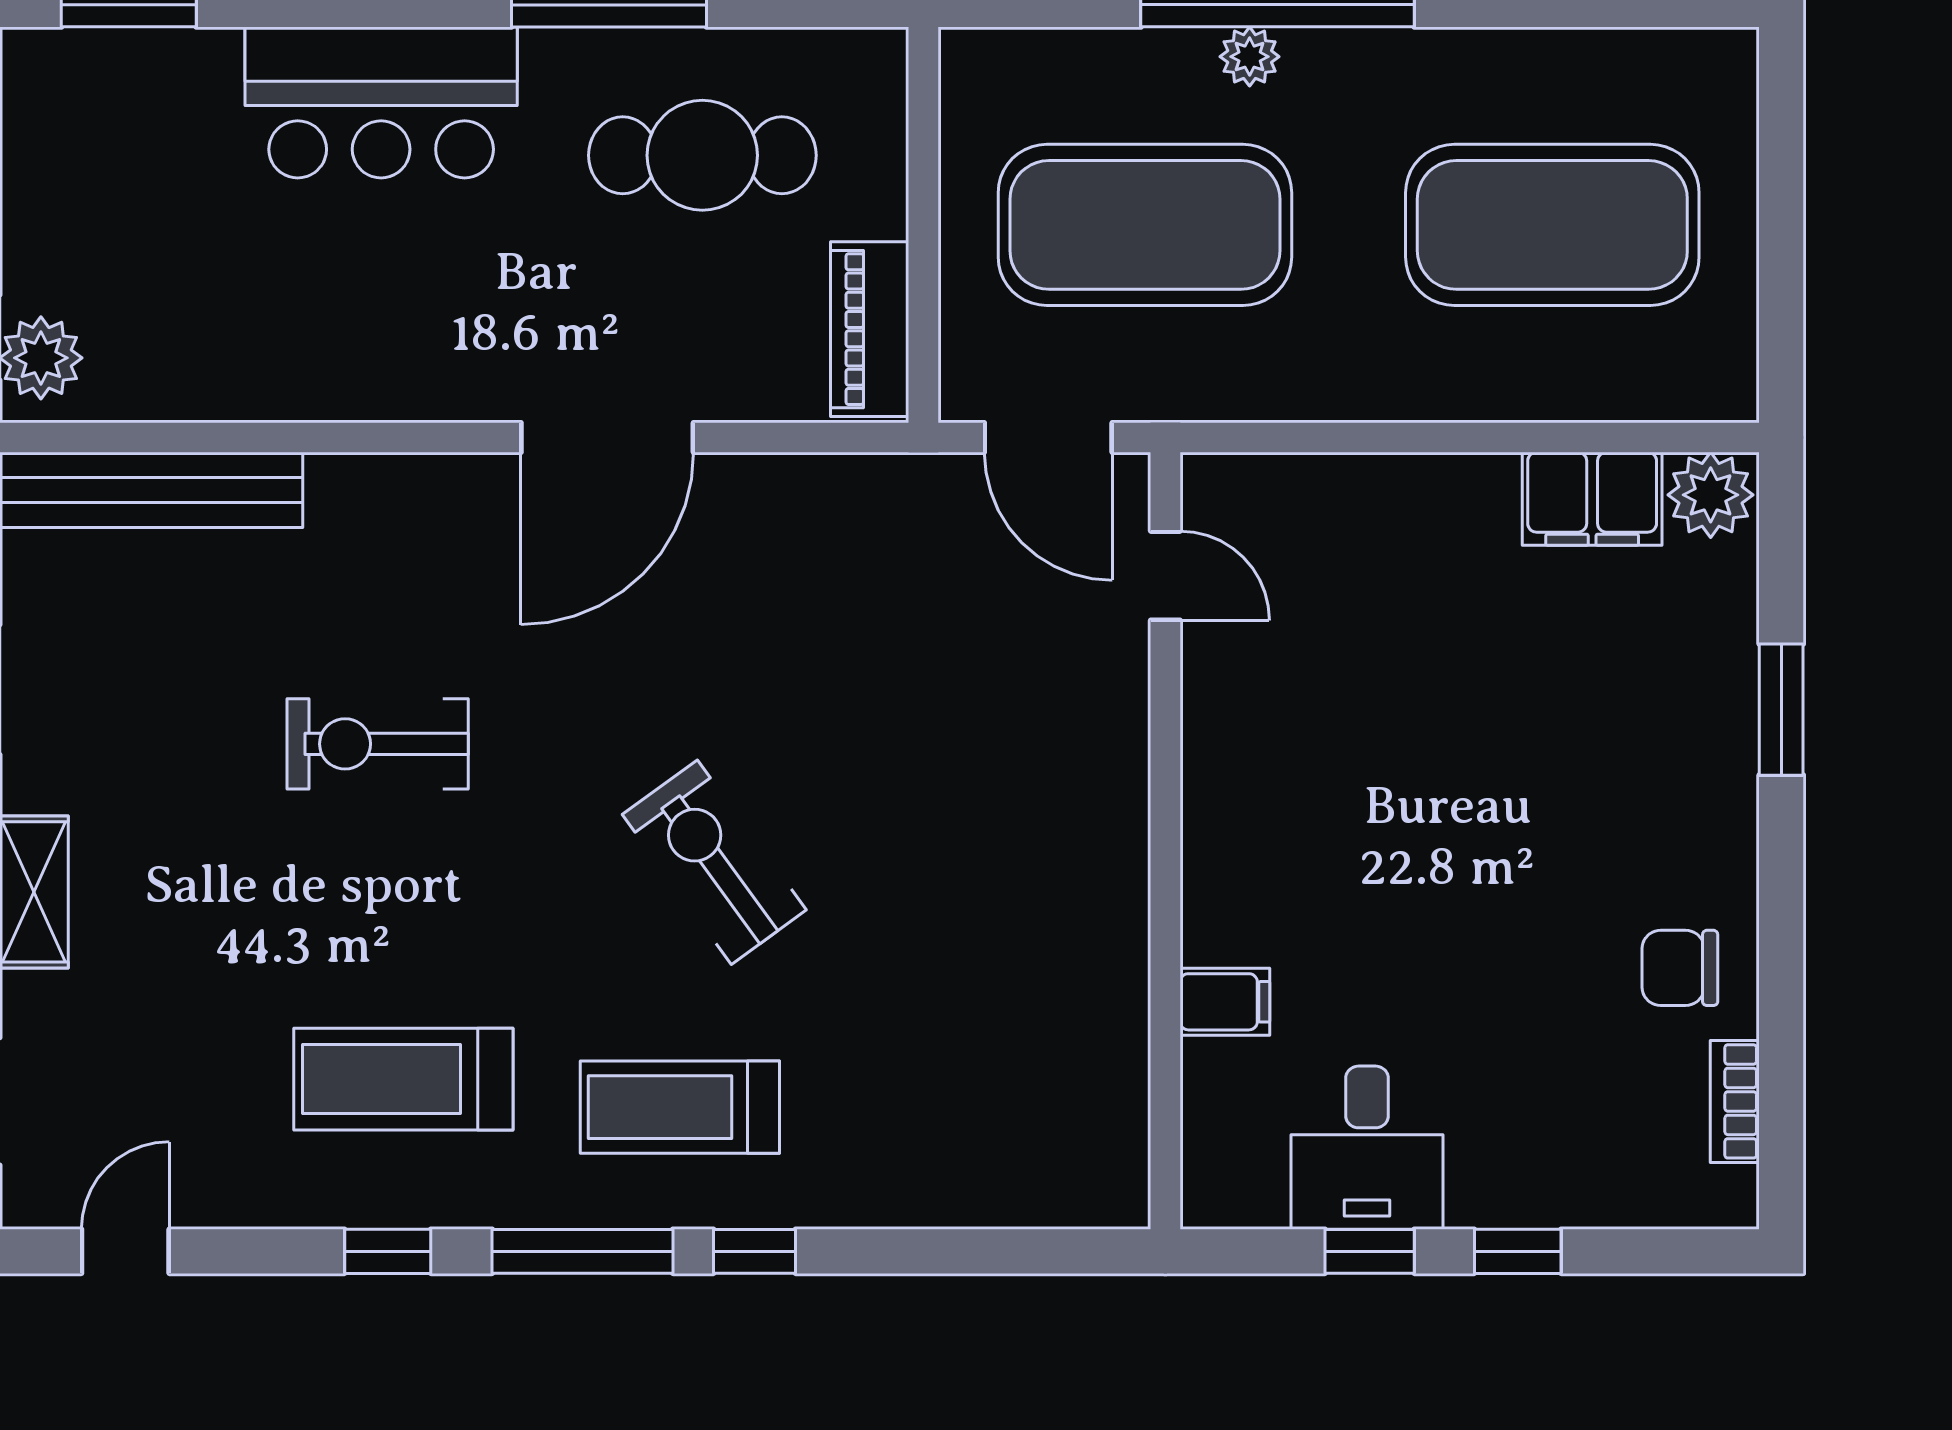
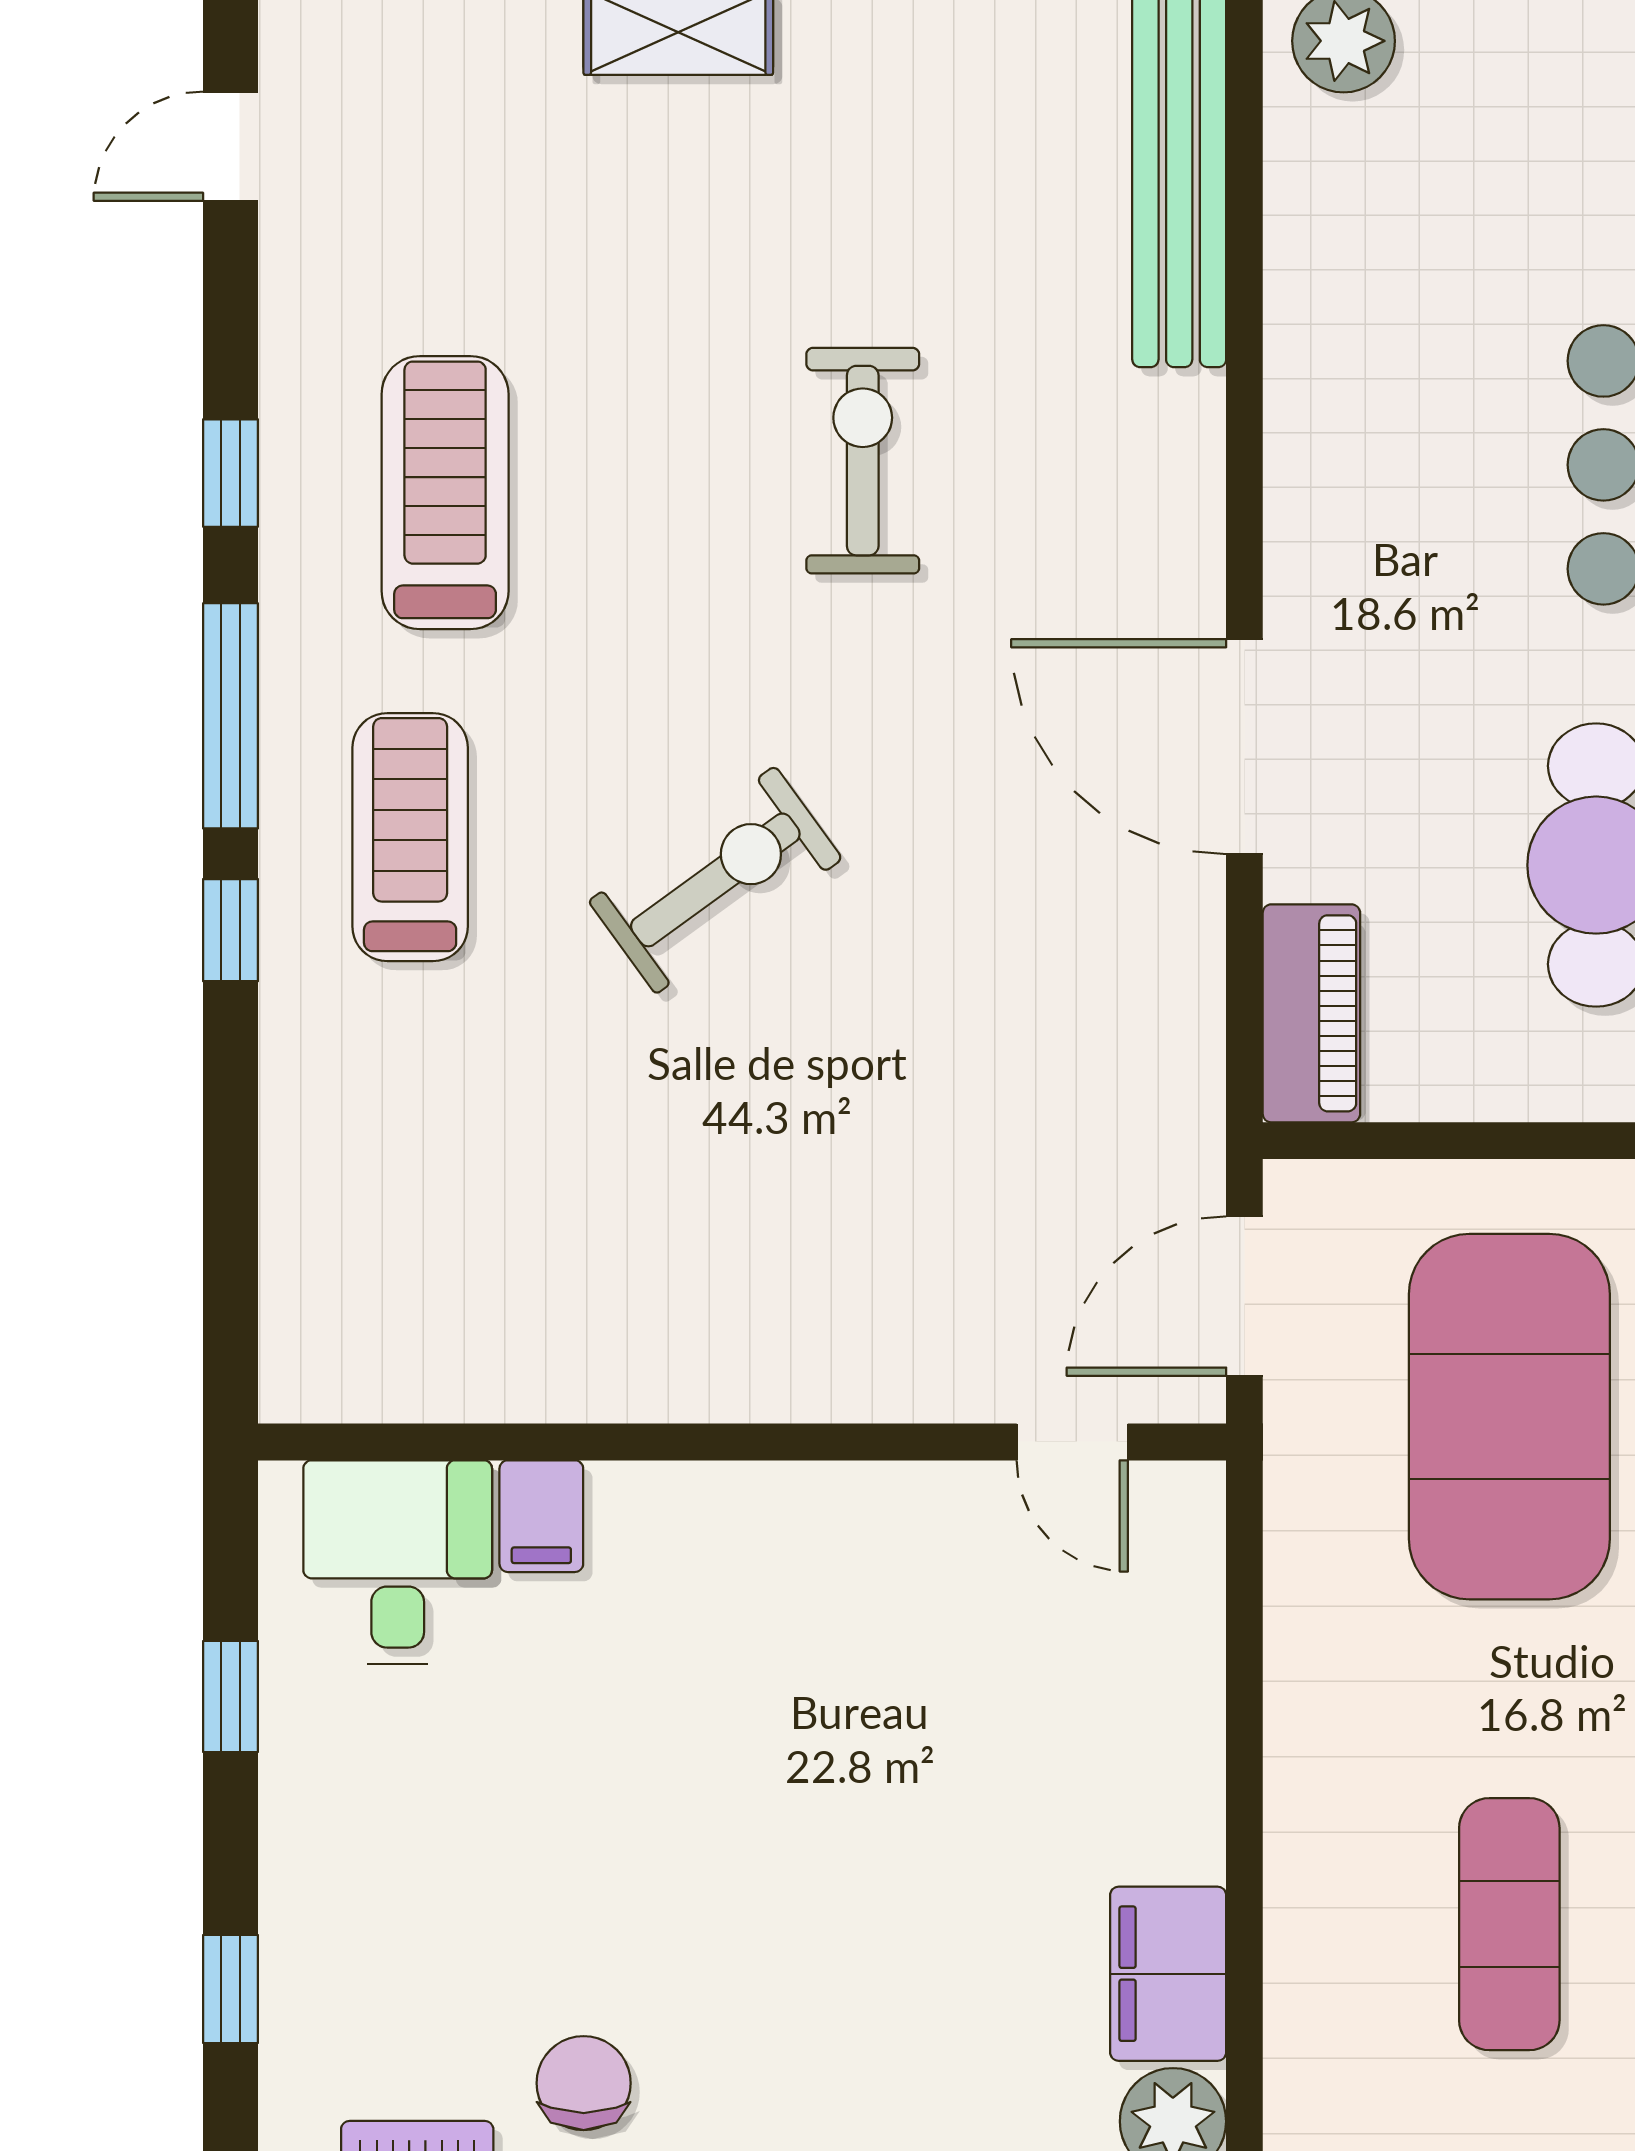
exercise mat: (1552, 225) -> (1509, 1924), width x0.50, depth x0.69
piano: (870, 329) -> (1311, 1013), moved, turned 90
door: (1165, 576) -> (1072, 1442), hinge flipped
desk: (1367, 1148) -> (398, 1562), moved, turned 90
door: (125, 1251) -> (230, 146), swing flipped
window: (1518, 1251) -> (230, 1989), moved

